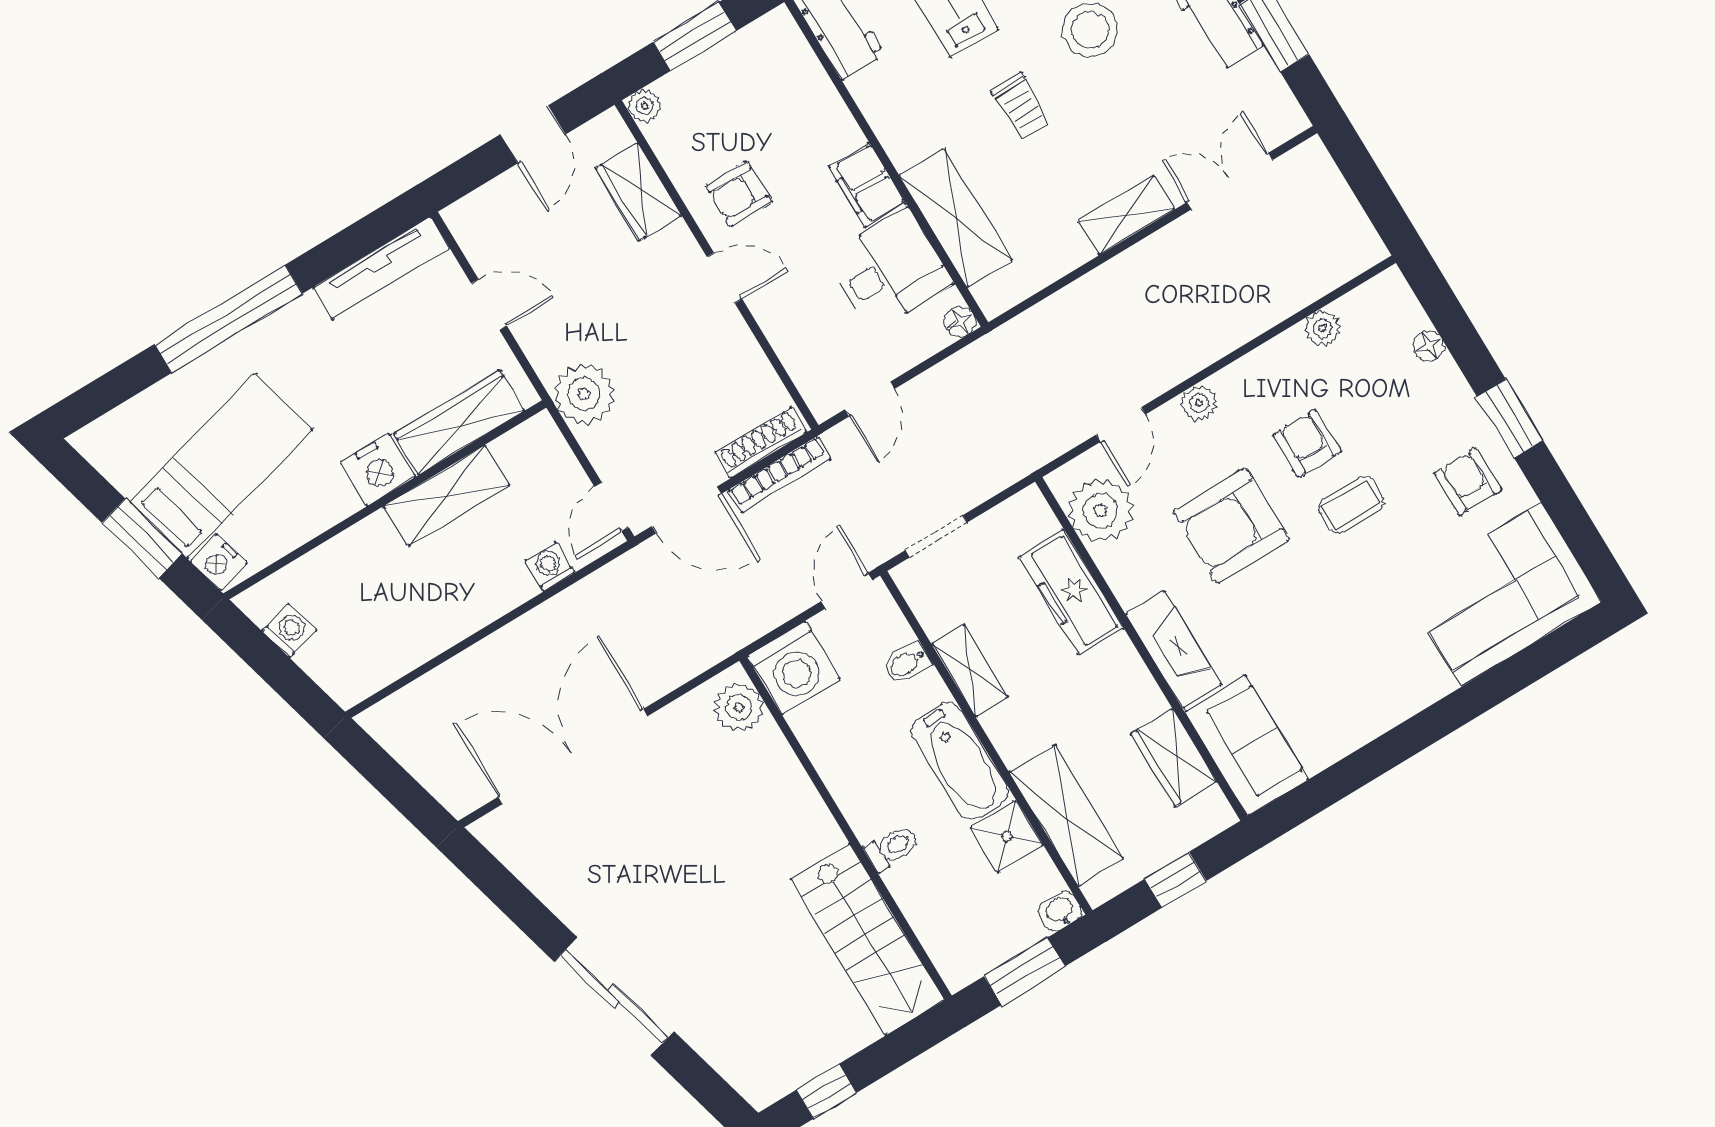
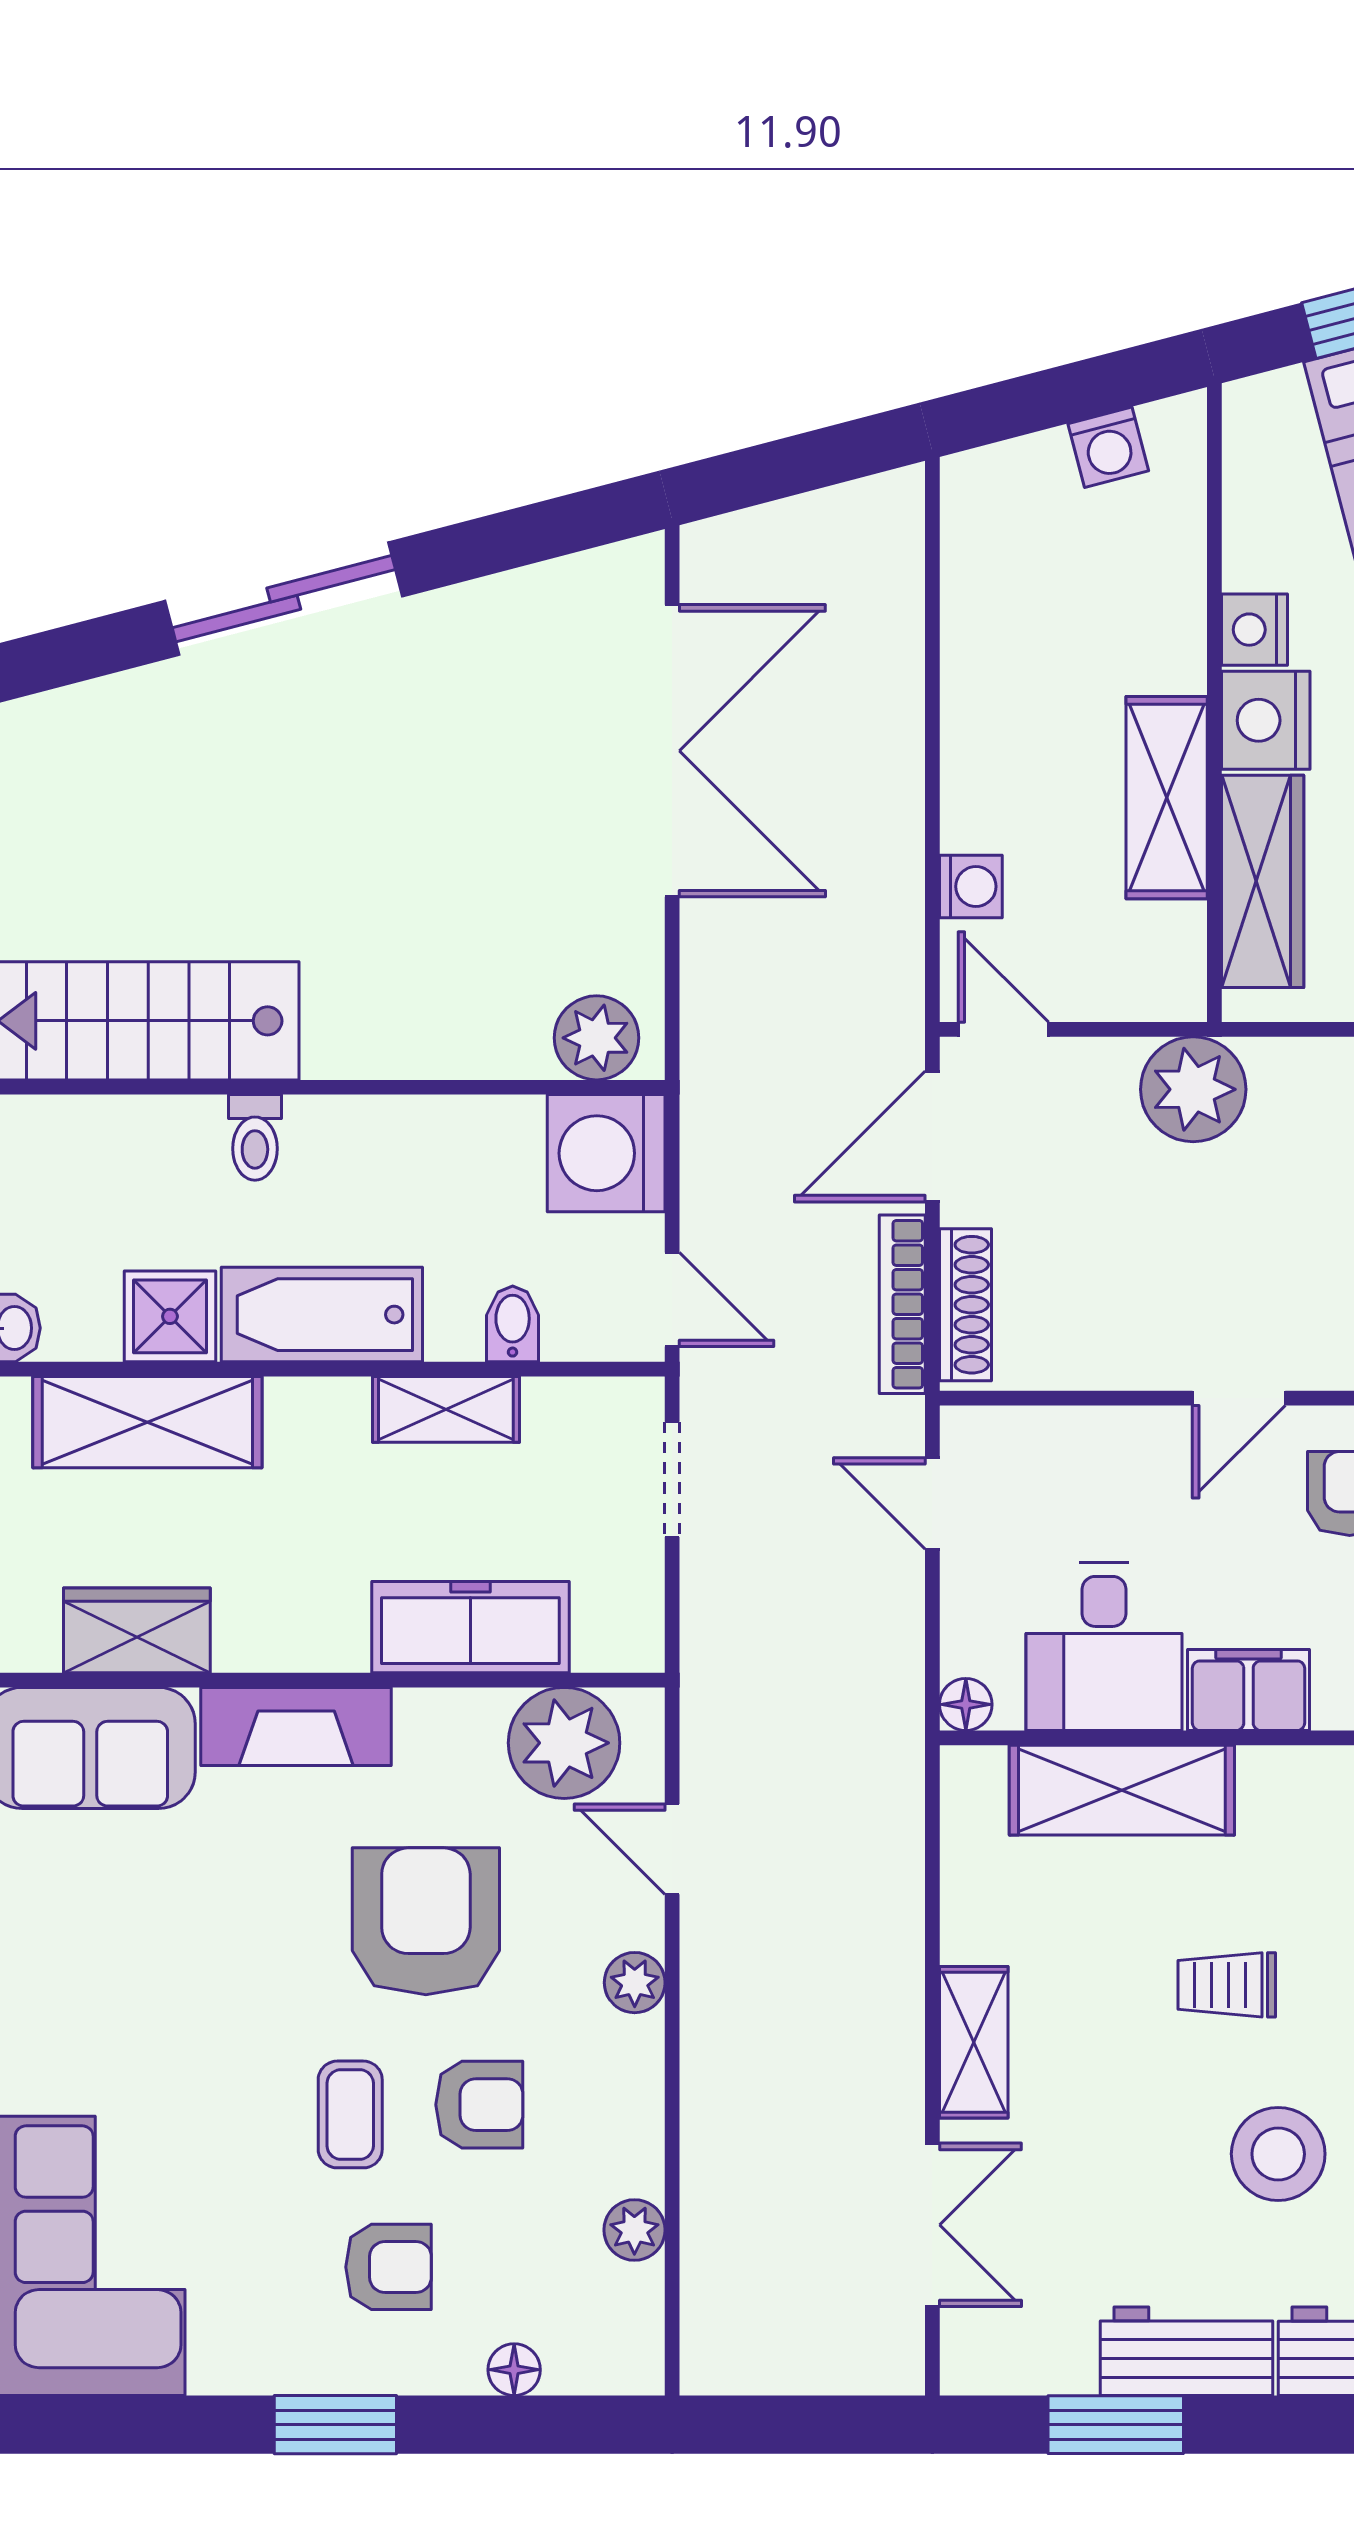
armchair: (1468, 482) -> (388, 2267), moved
nightstand: (218, 562) -> (1254, 630), moved, turned -75

